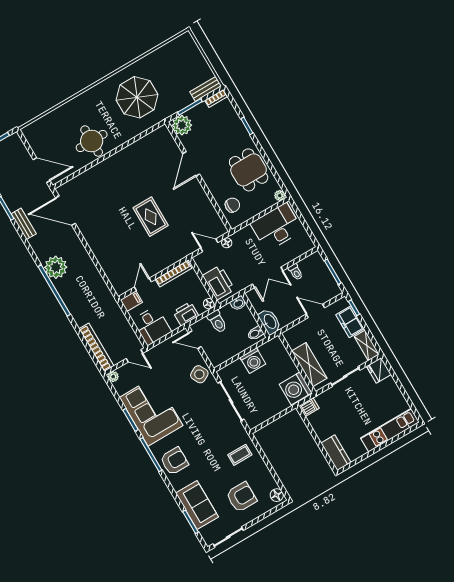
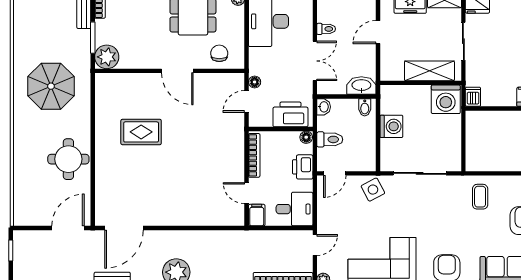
door: (191, 164) -> (177, 71), moved
rug: (151, 217) -> (141, 132), moved

